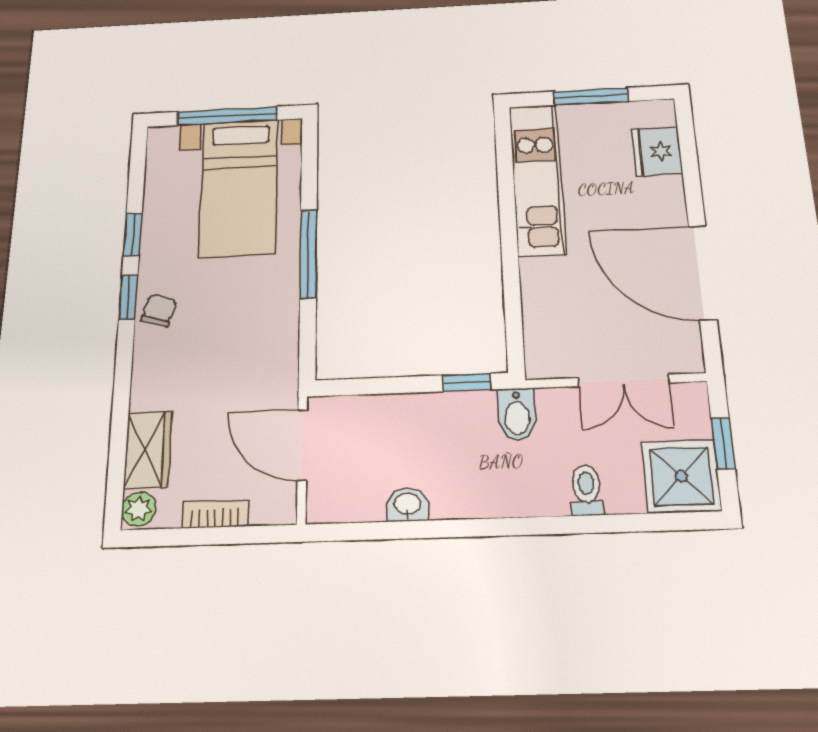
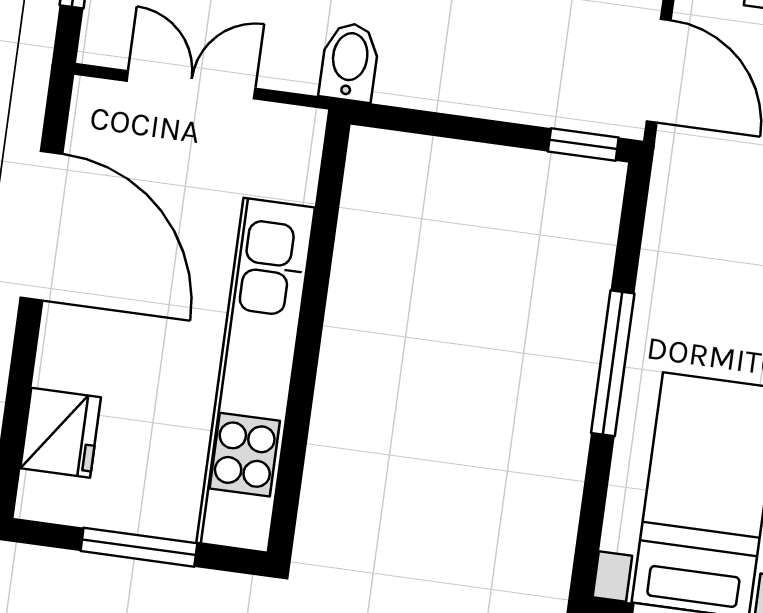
kitchen unit: (537, 179) -> (256, 375), width x1.36
window: (467, 382) -> (583, 144), moved

